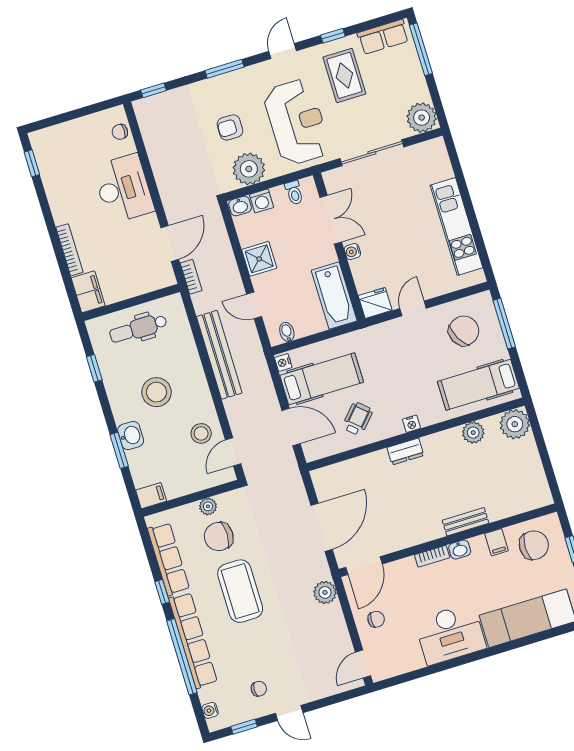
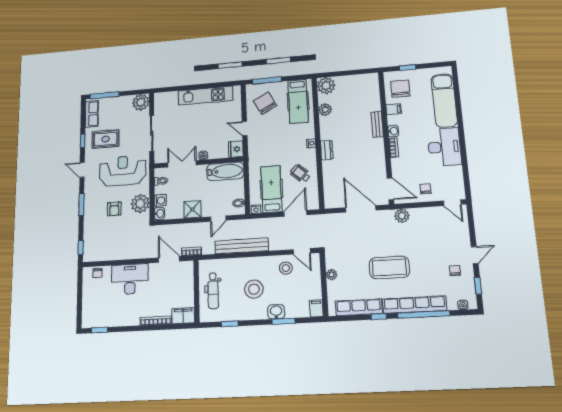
chair: (219, 536) -> (352, 273), removed

